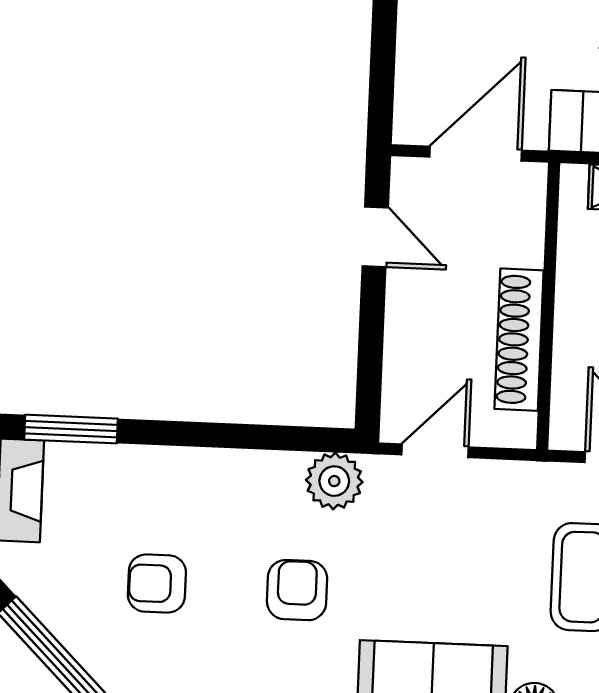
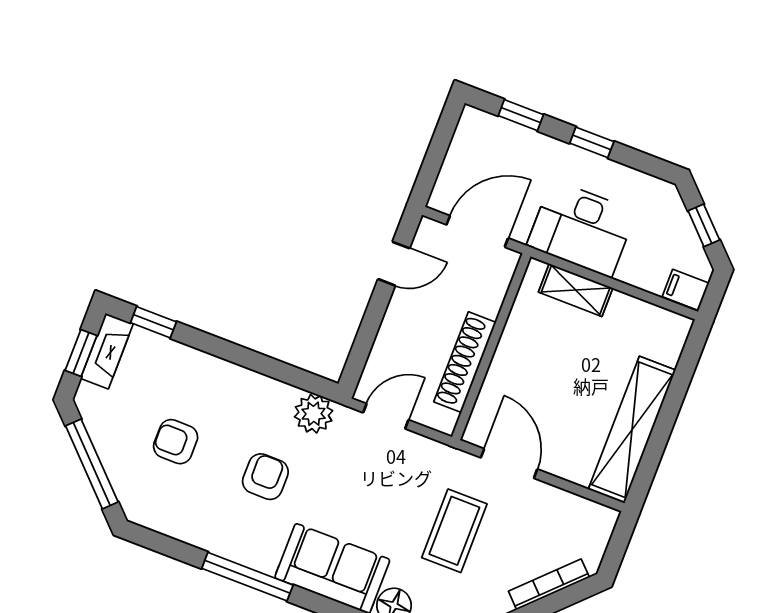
door: (375, 237) -> (394, 264), hinge flipped
window: (71, 429) -> (153, 322), width x0.67

